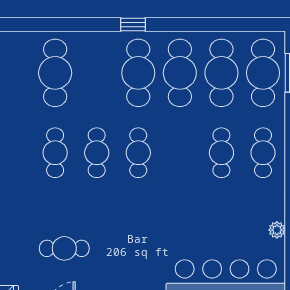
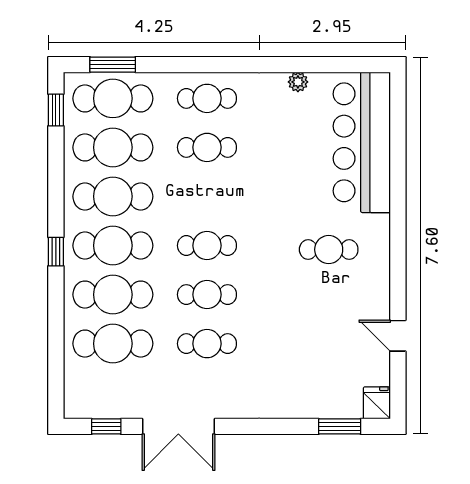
window: (253, 25) -> (56, 110), added
cafe table: (97, 73) -> (113, 295), added
cafe table: (64, 248) -> (329, 250), moved, turned 90

